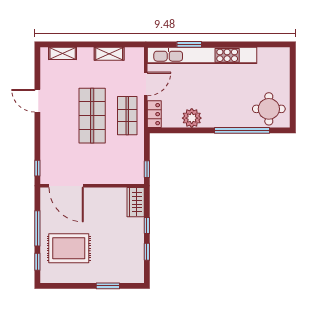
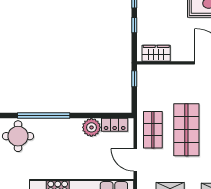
door: (146, 84) -> (135, 160), hinge flipped
locker: (154, 114) -> (115, 125), moved, turned -90
wardrobe: (136, 202) -> (156, 53), moved, turned -90

